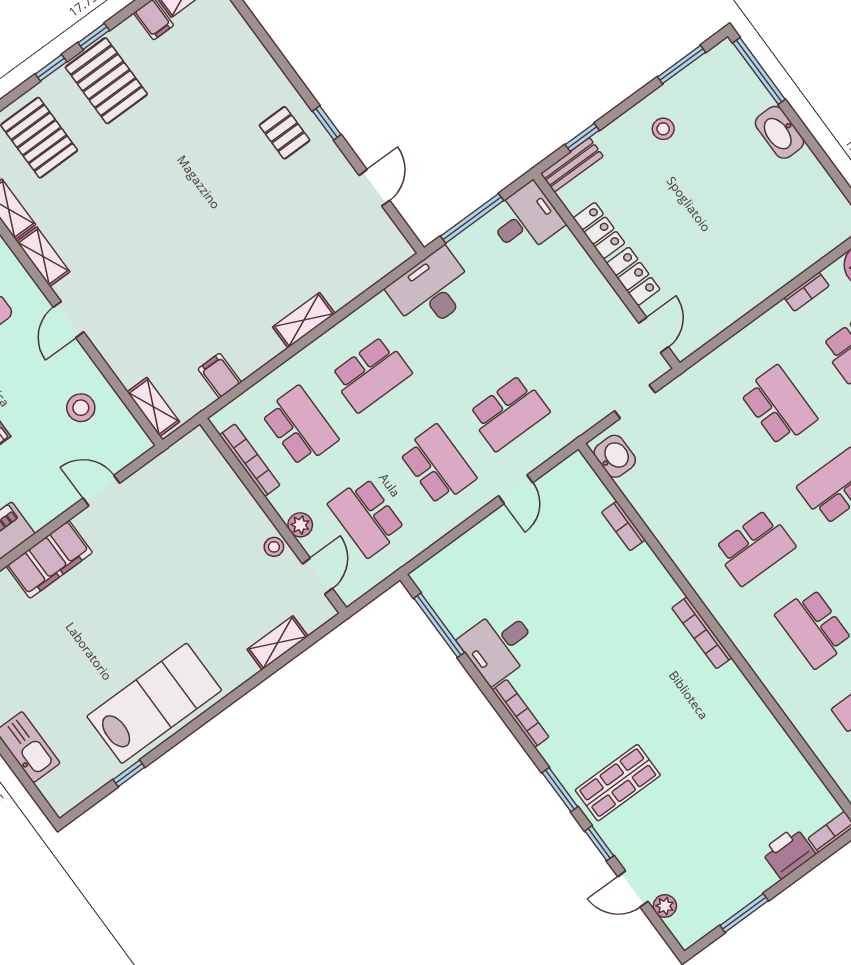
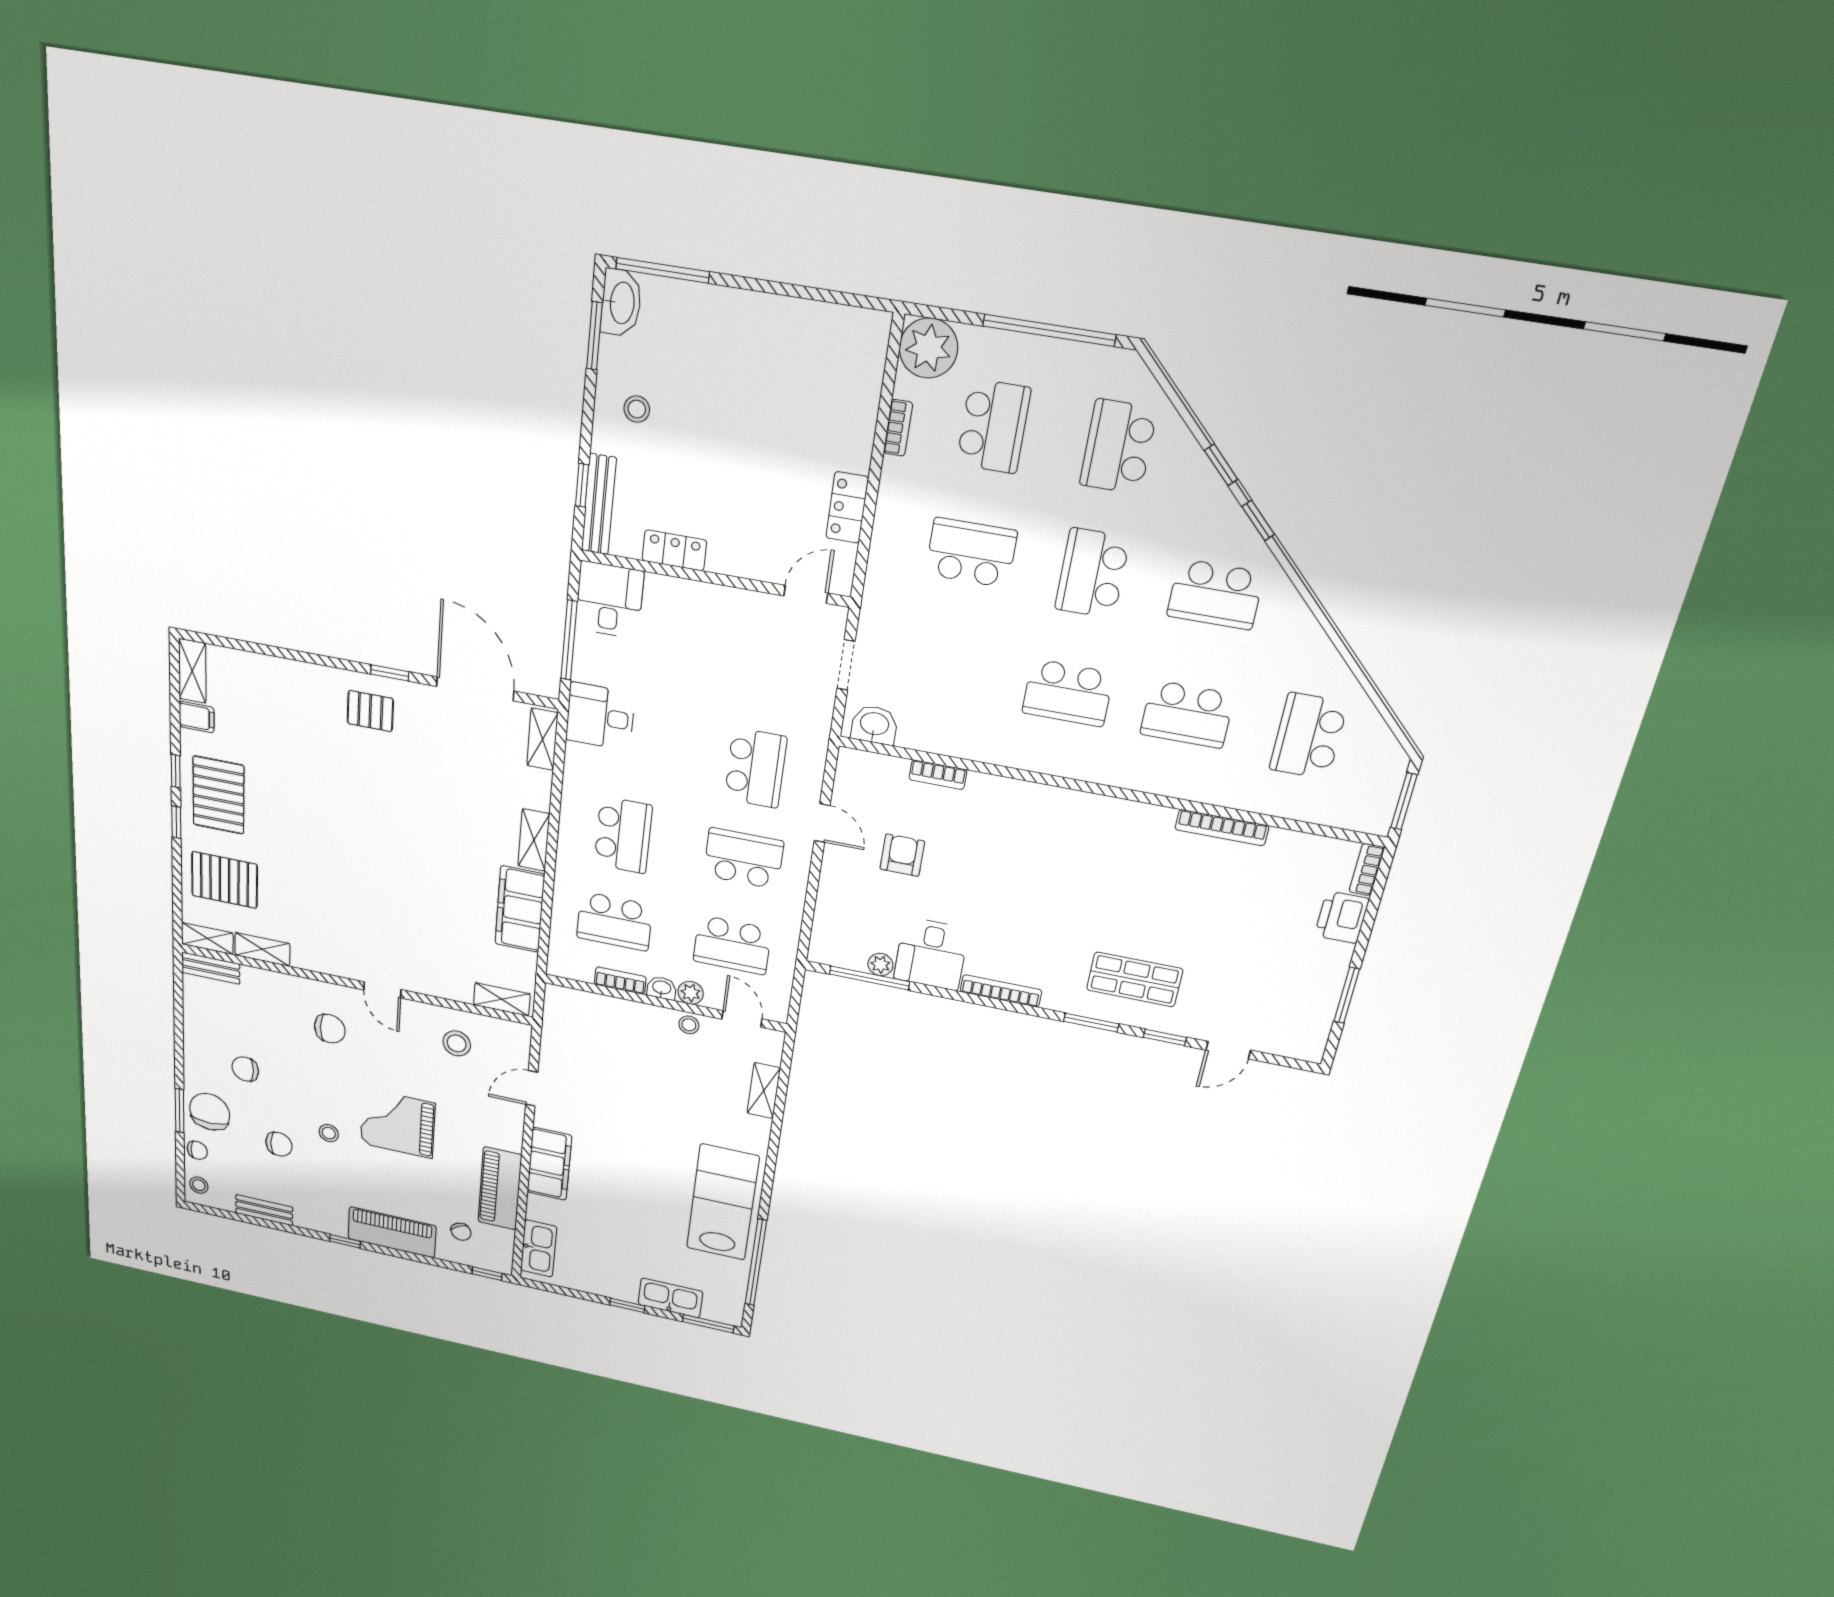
pallet: (106, 81) -> (218, 795), turned 90
washbasin: (779, 132) -> (621, 303), moved, turned -90
bench: (572, 165) -> (599, 504), width x1.36
door: (374, 188) -> (475, 689), width x1.88
shelving: (43, 257) -> (542, 739), moved, turned 90
locker: (633, 276) -> (847, 507), moved, turned -90
desk: (432, 290) -> (600, 717), width x0.73
door: (654, 335) -> (806, 594), hinge flipped
filing cabinet: (220, 376) -> (520, 909), width x3.00, depth x1.17
school desk: (300, 426) -> (614, 921), turned 180
bookcase: (250, 460) -> (620, 981), width x0.64
washbasin: (283, 503) -> (662, 988), added
school desk: (755, 547) -> (1068, 693), turned 90
armchair: (547, 559) -> (902, 855), added
bookcase: (702, 633) -> (1222, 828), moved
window: (129, 773) -> (756, 1262), width x3.17
shop shelf: (618, 783) -> (1135, 979), turned 90
window: (35, 794) -> (708, 1324), added
plant: (665, 906) -> (880, 965), moved

